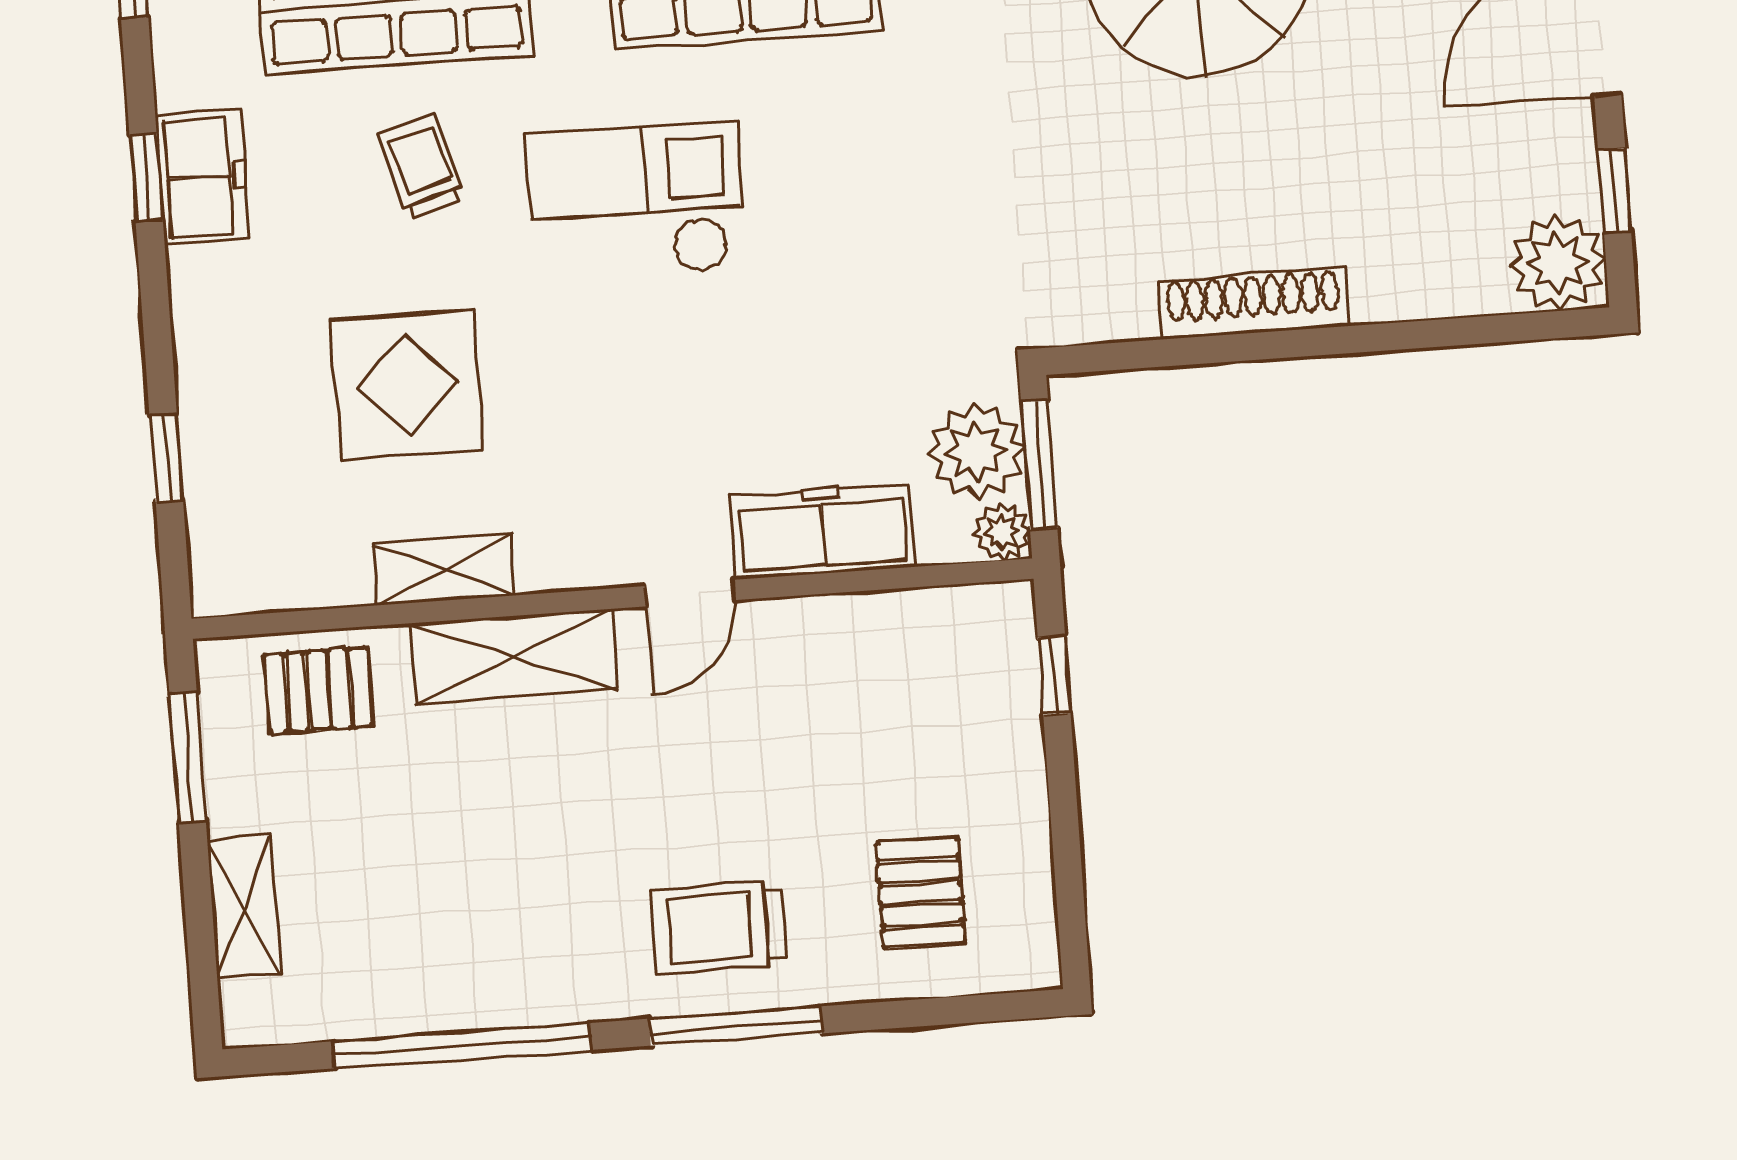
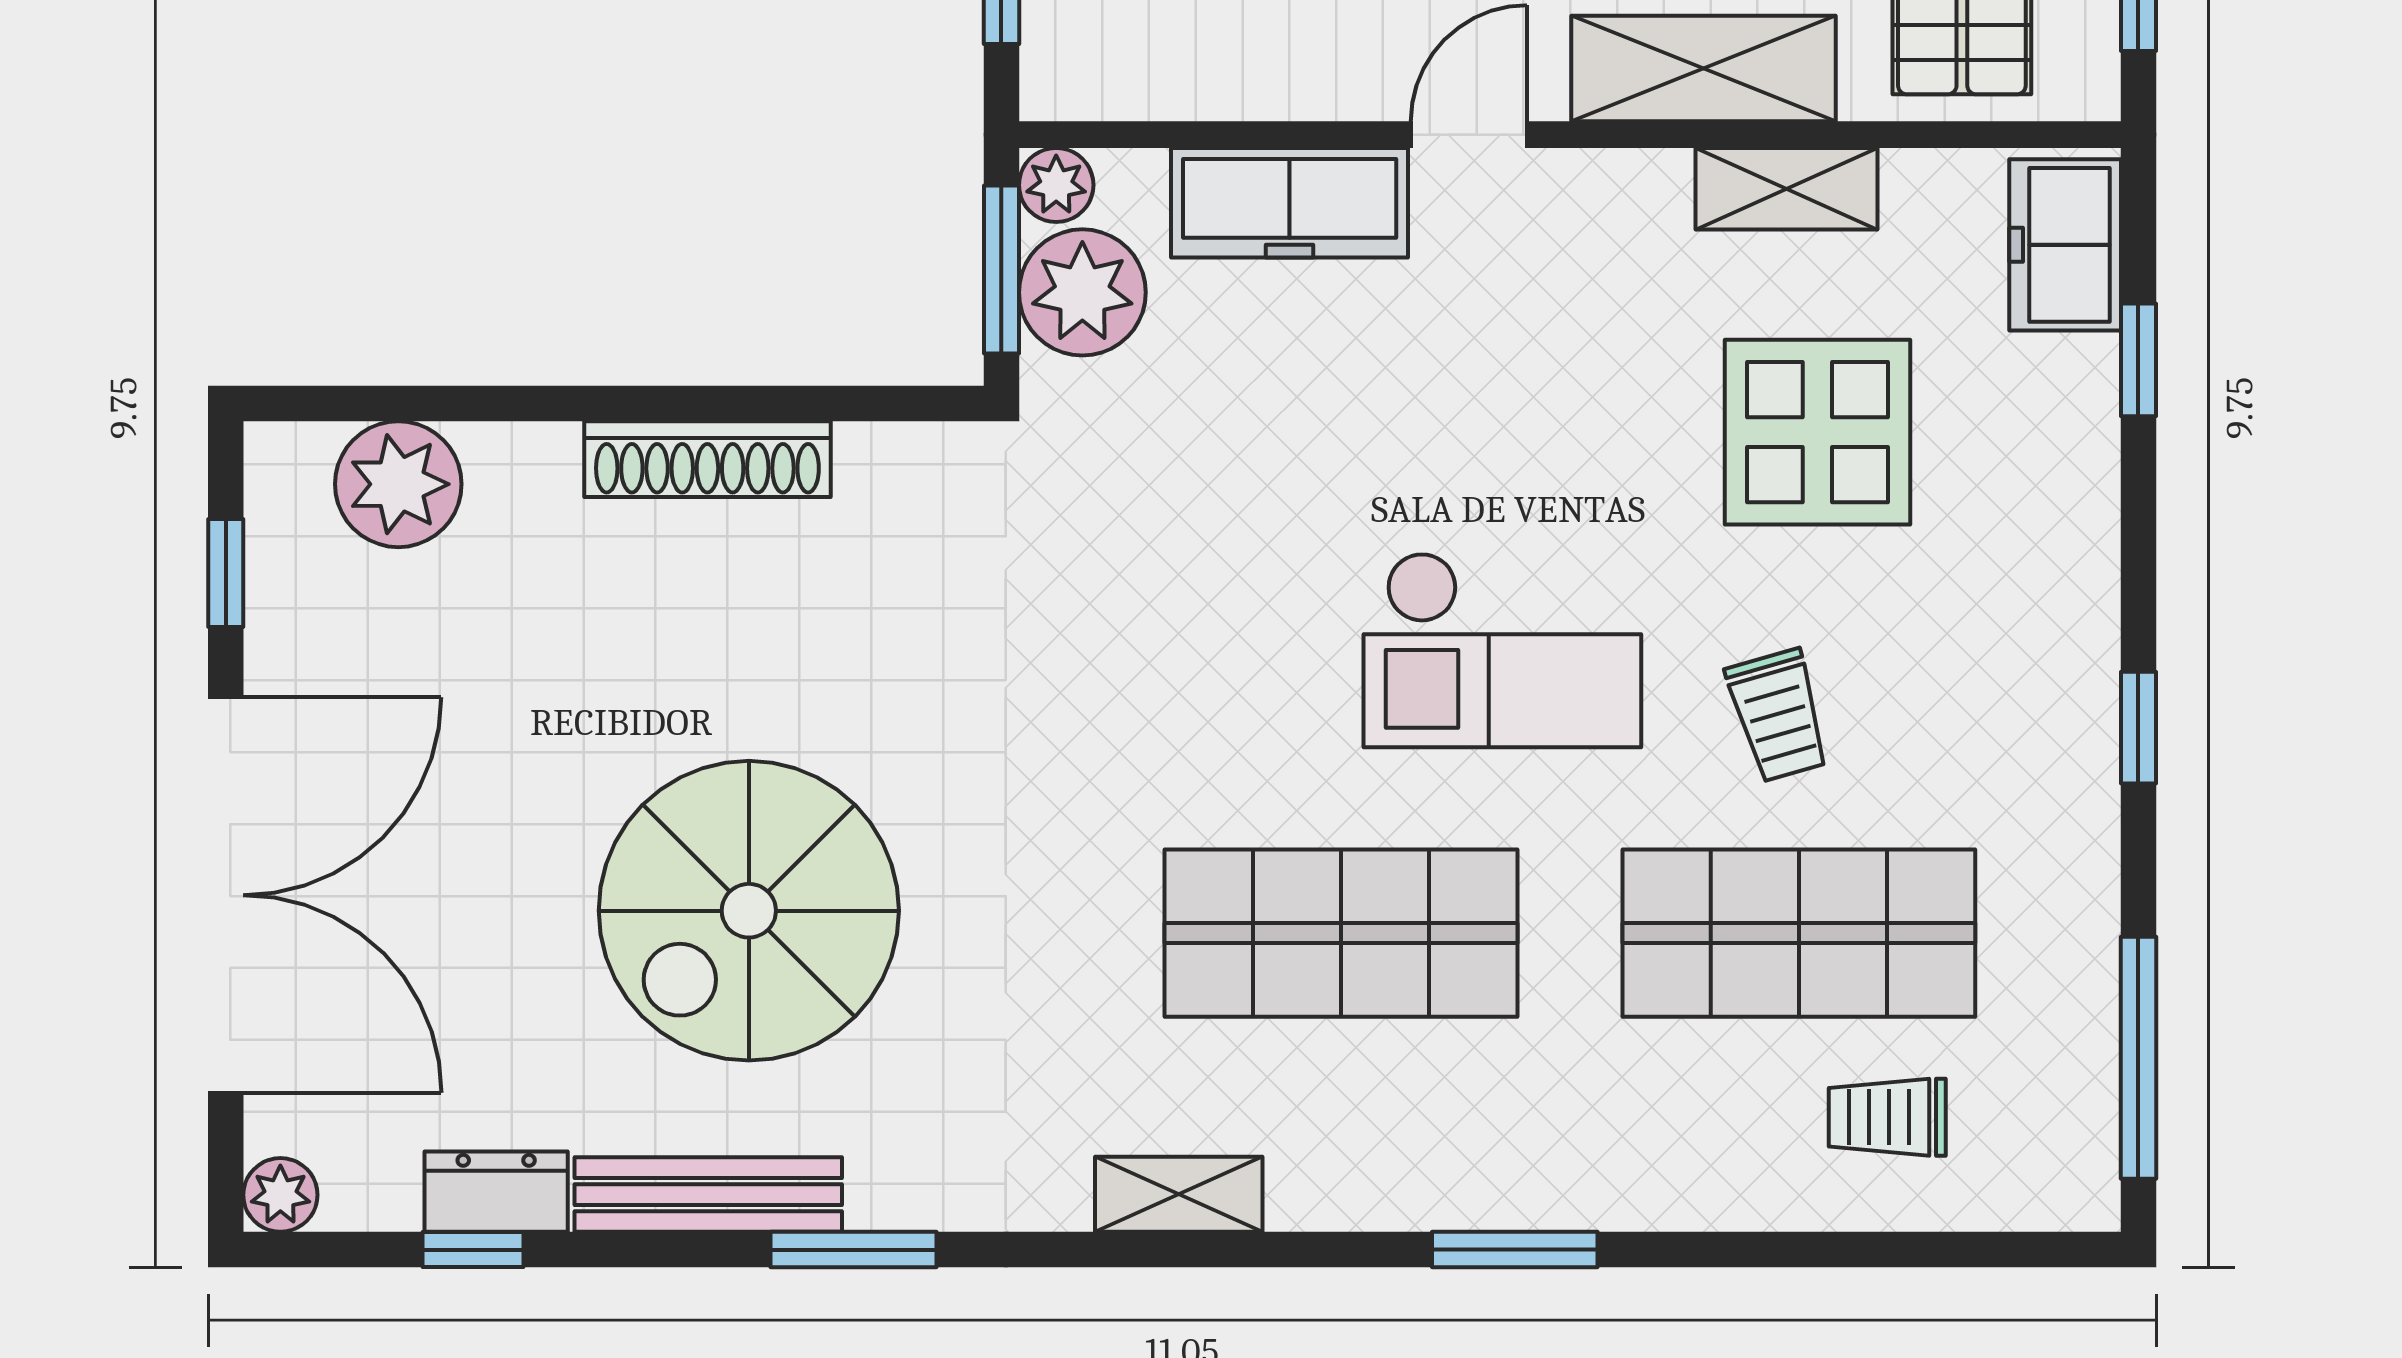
freezer: (202, 177) -> (2065, 245), moved
plant: (1558, 263) -> (398, 484), moved

